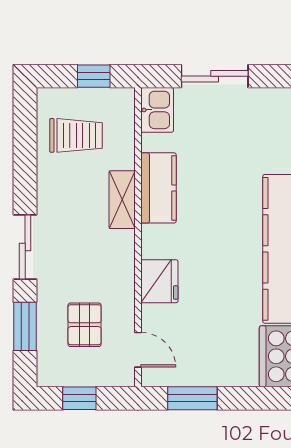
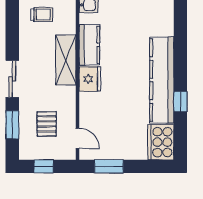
trolley: (76, 135) -> (42, 14), width x0.73, depth x0.72
shelving: (122, 200) -> (66, 60), width x1.50, depth x1.33
fridge: (159, 281) -> (90, 79), moved

